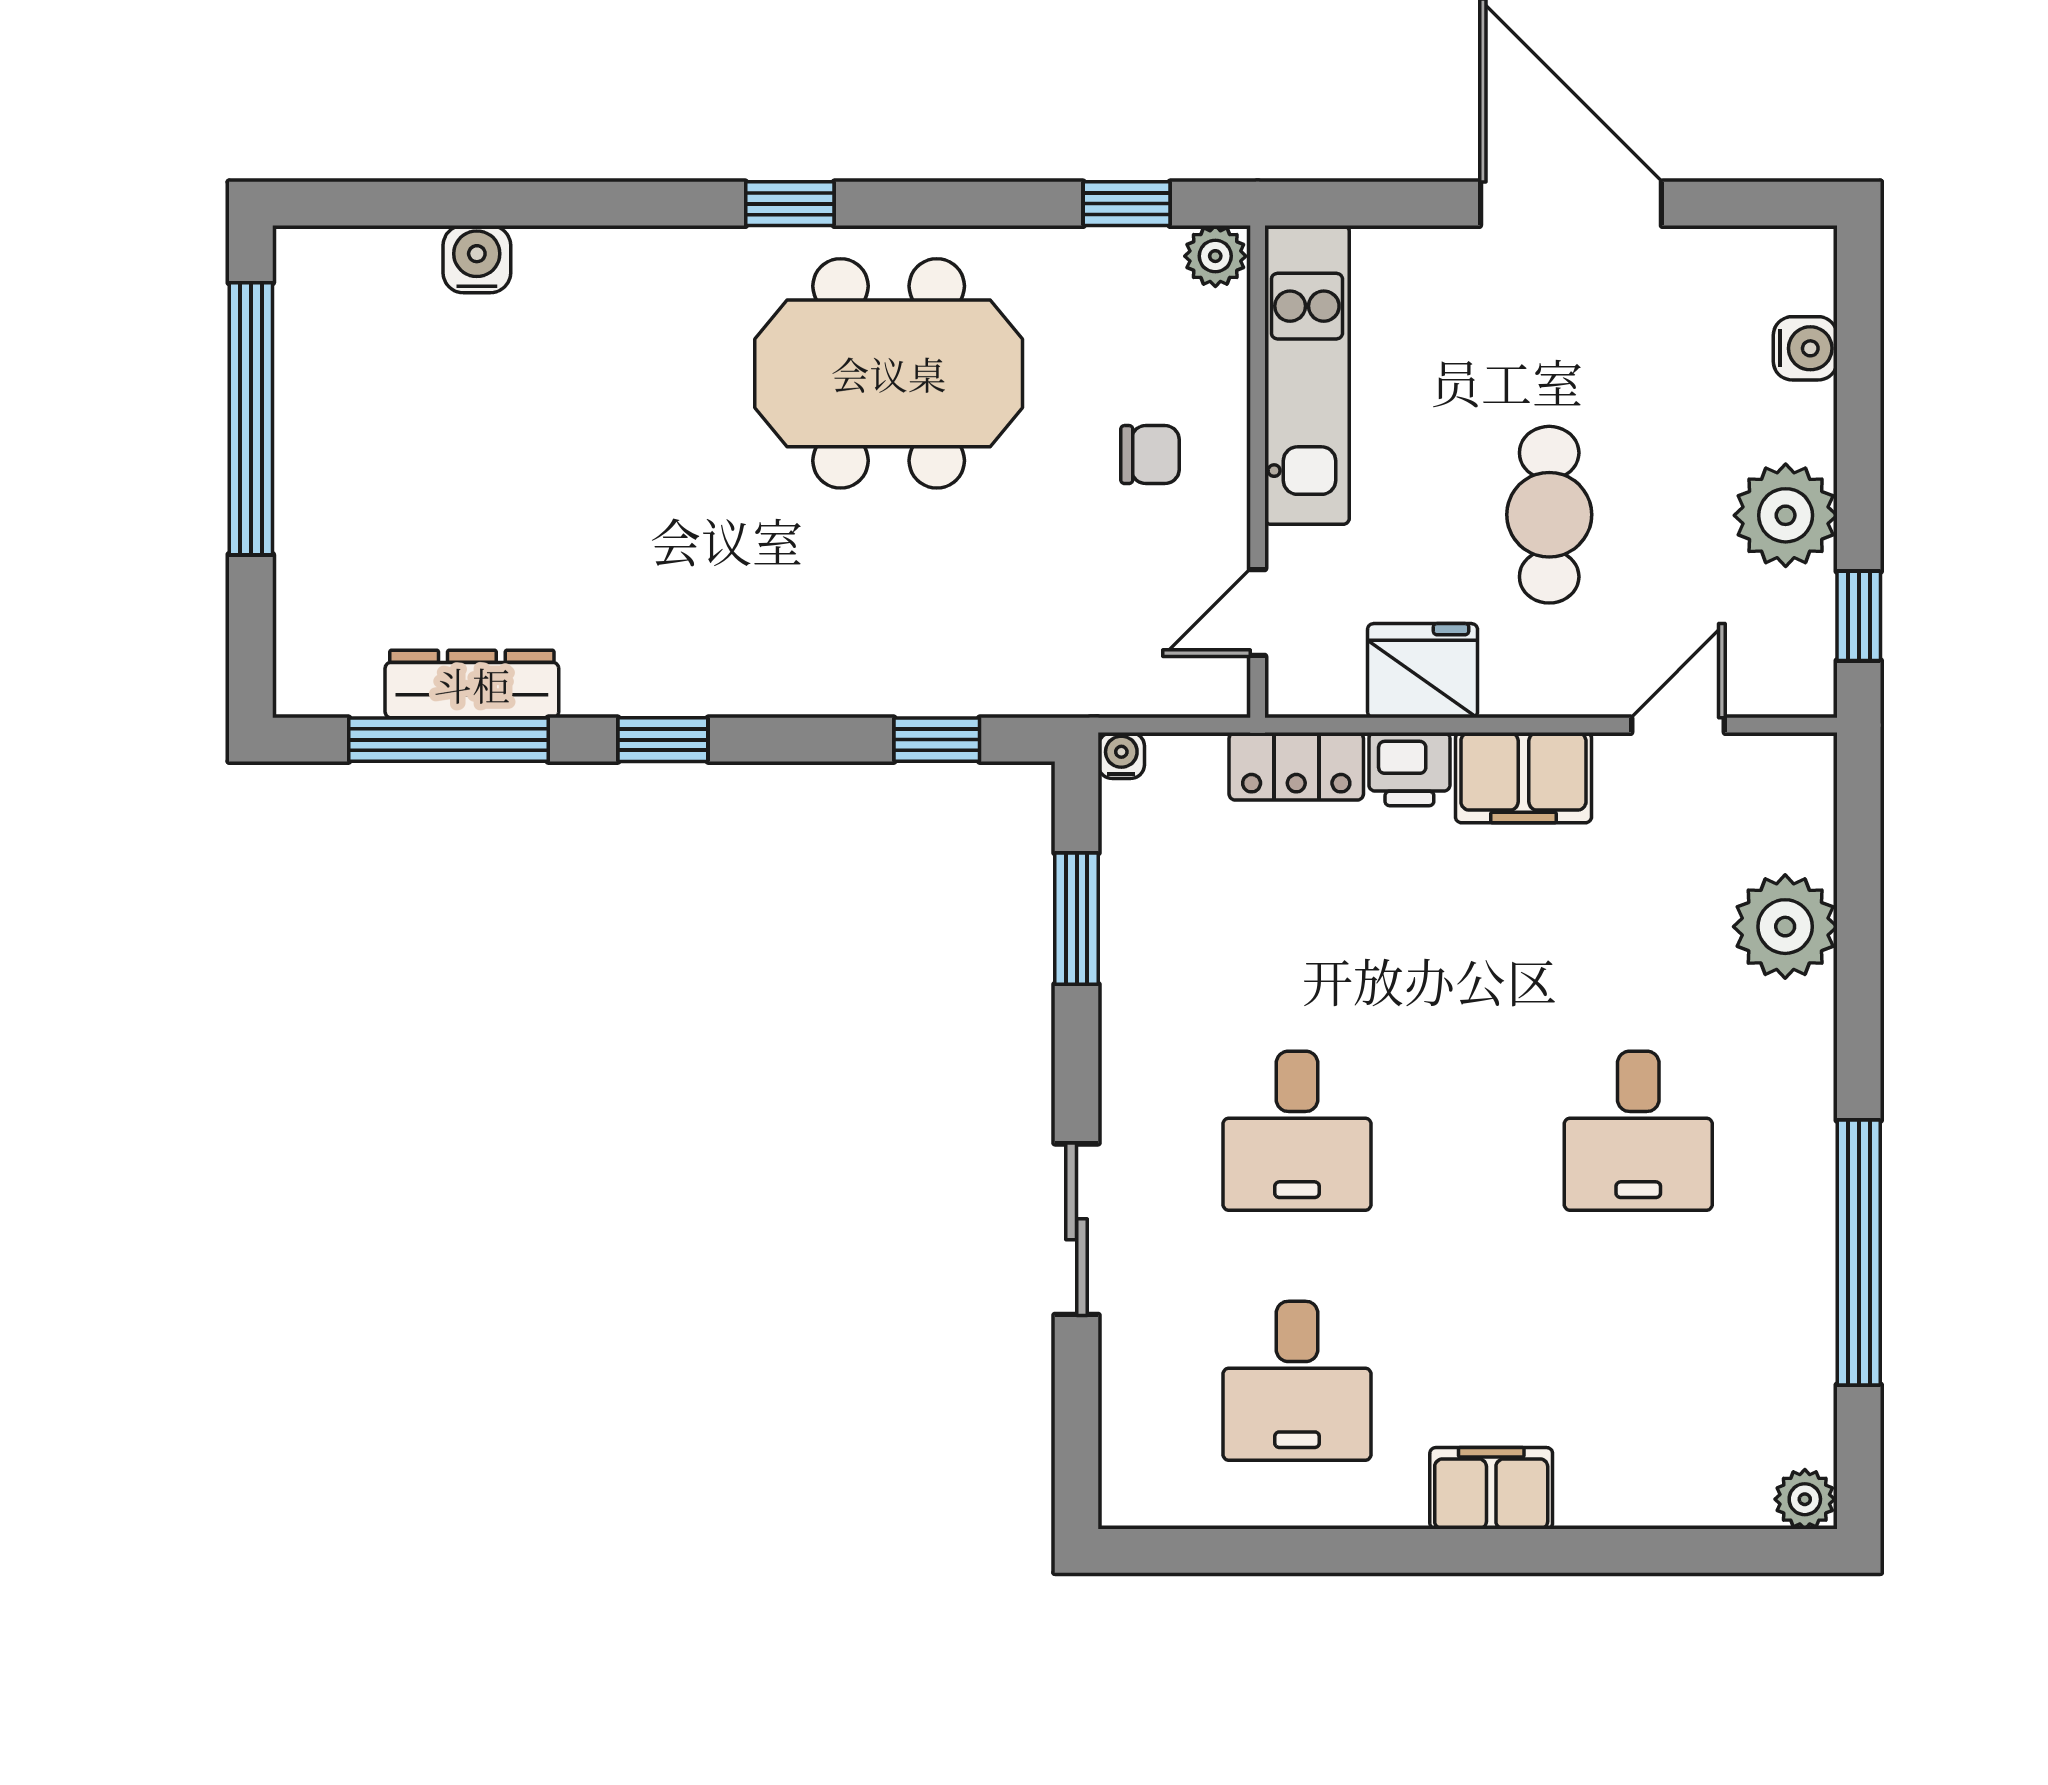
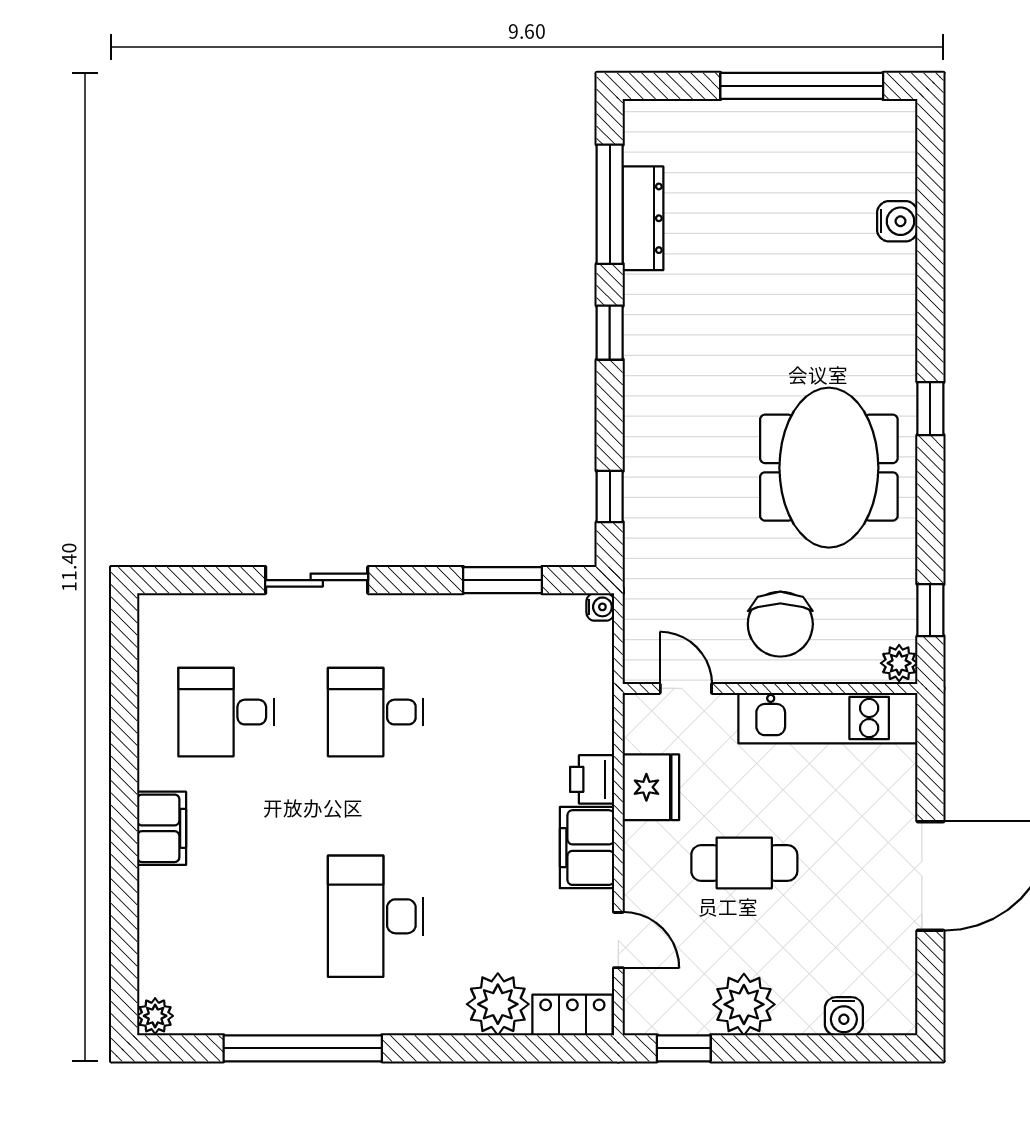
chair: (1150, 455) -> (780, 624), width x1.87, depth x1.87
locker: (1296, 766) -> (572, 1015), moved, turned 90
desk: (1638, 1131) -> (376, 916), width x1.37

